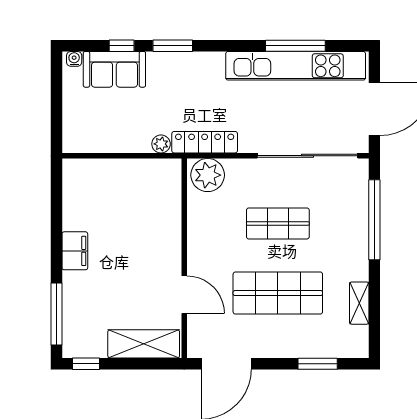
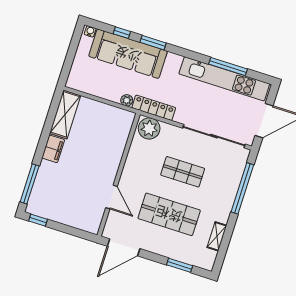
sofa: (114, 69) -> (128, 54), width x1.85, depth x1.27
shelving: (144, 344) -> (65, 114), moved, turned 90

